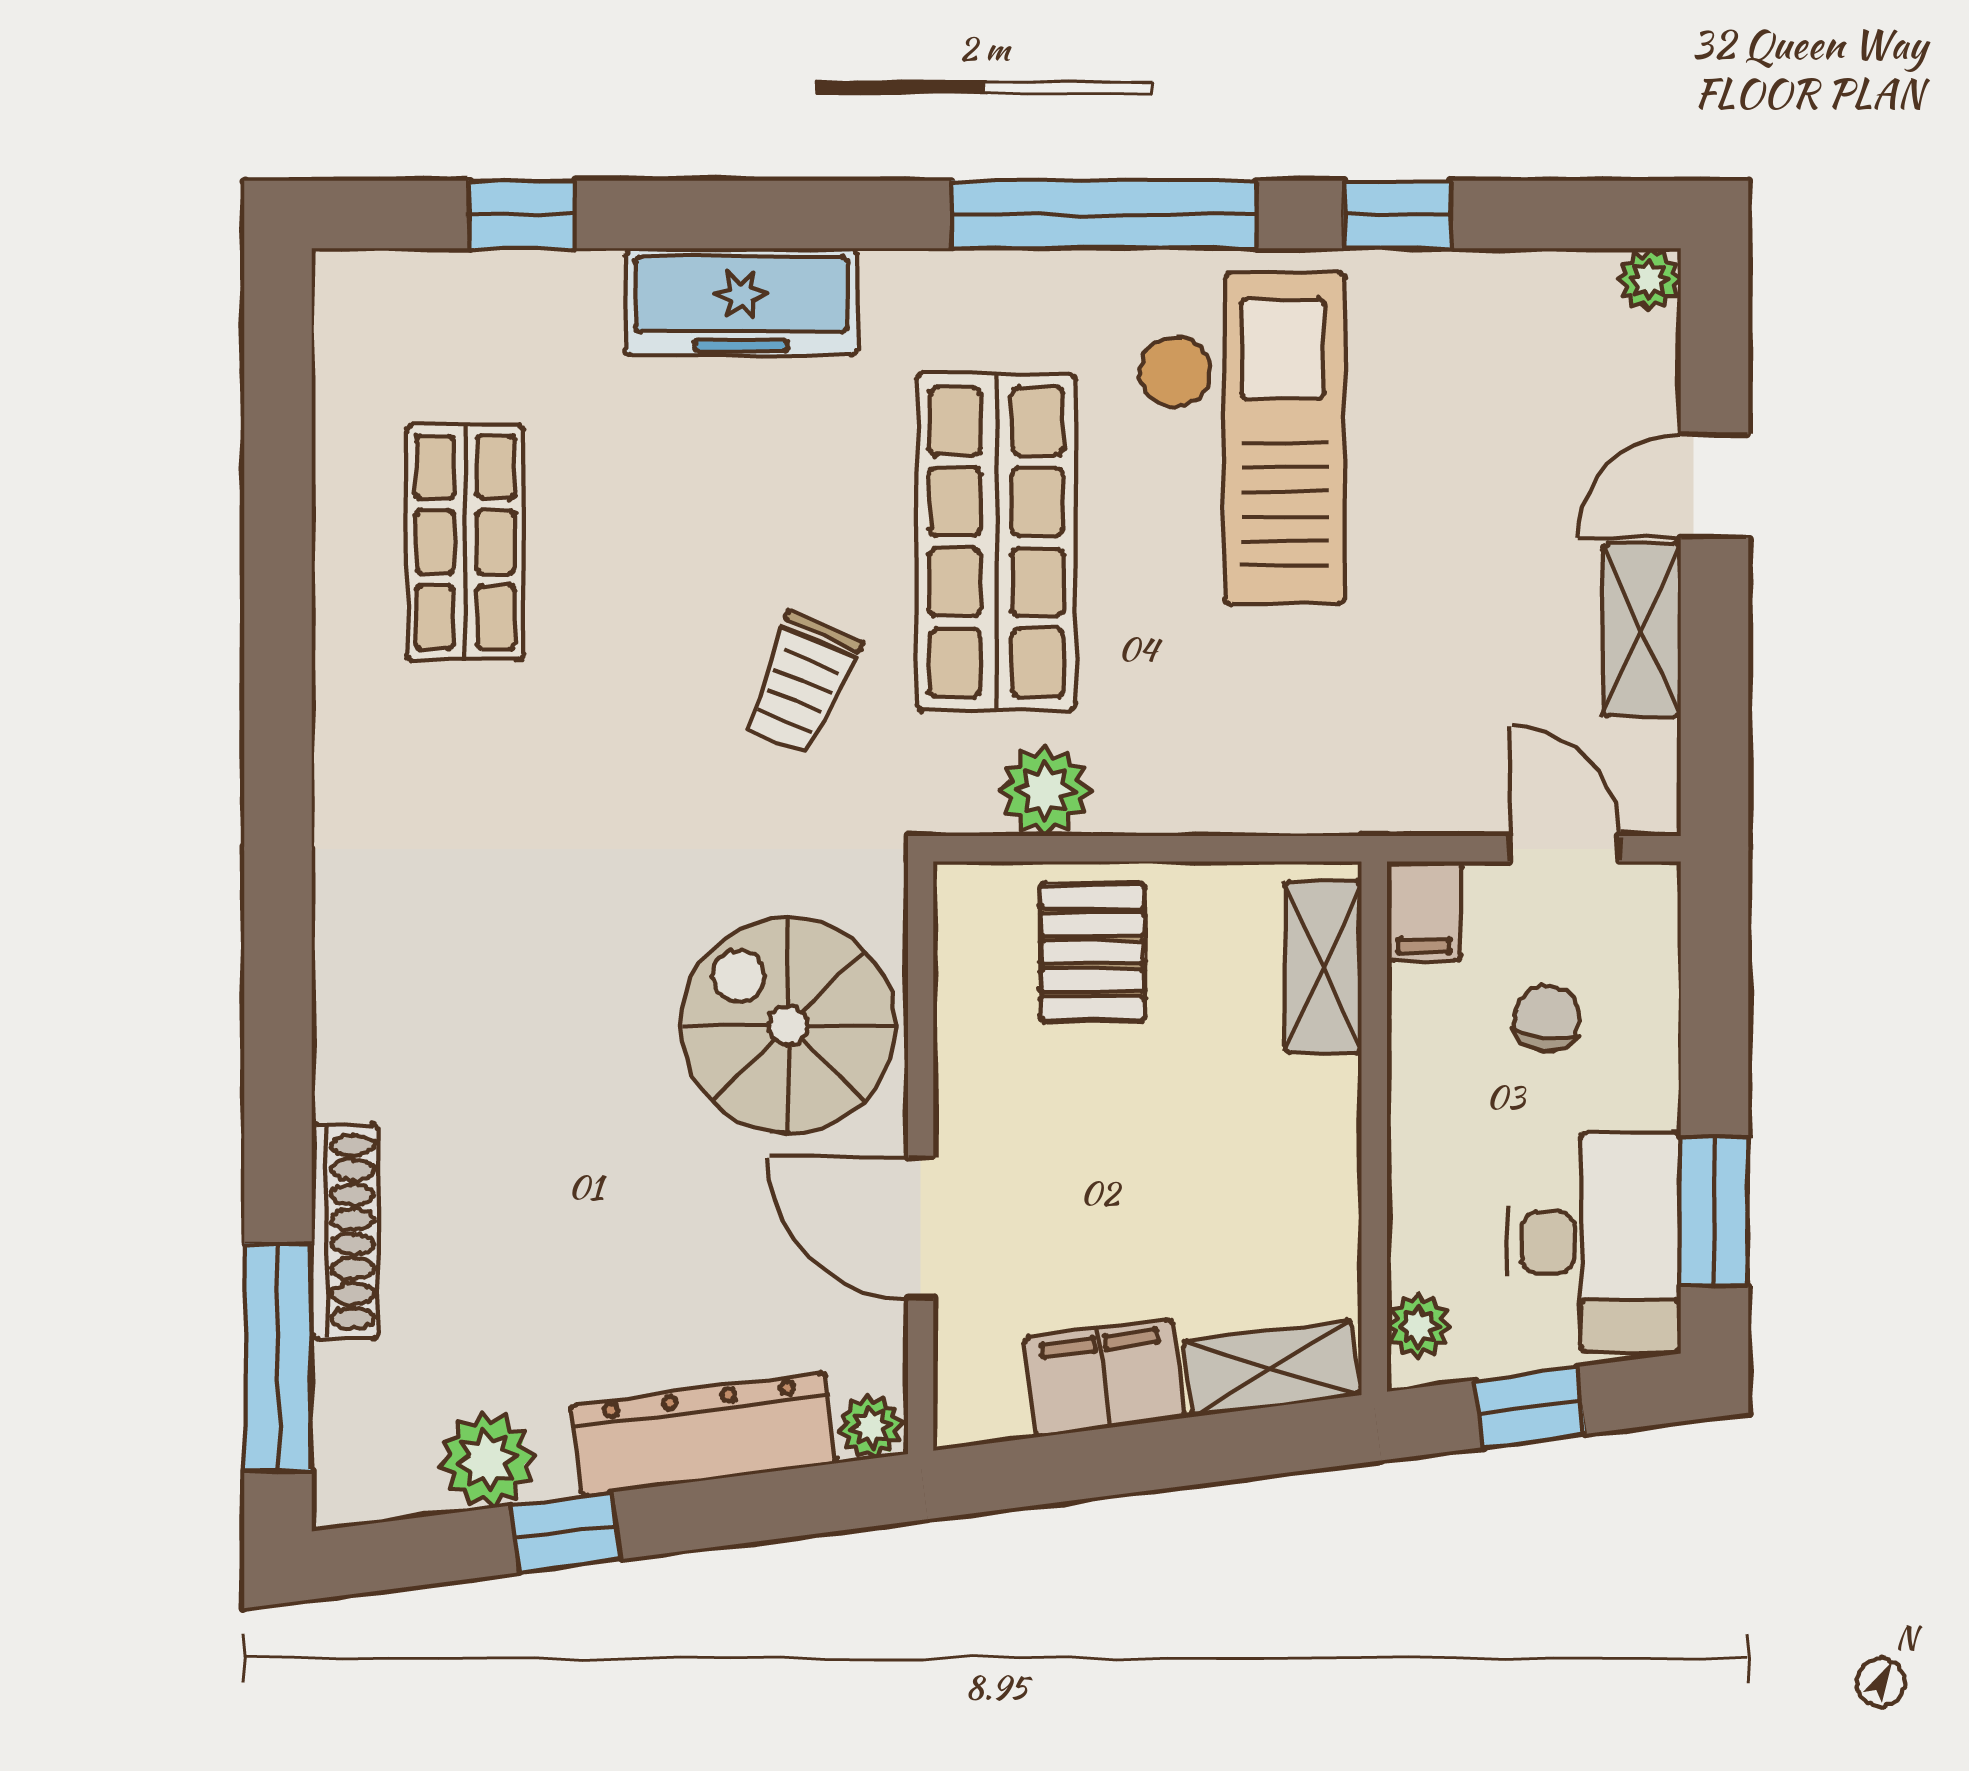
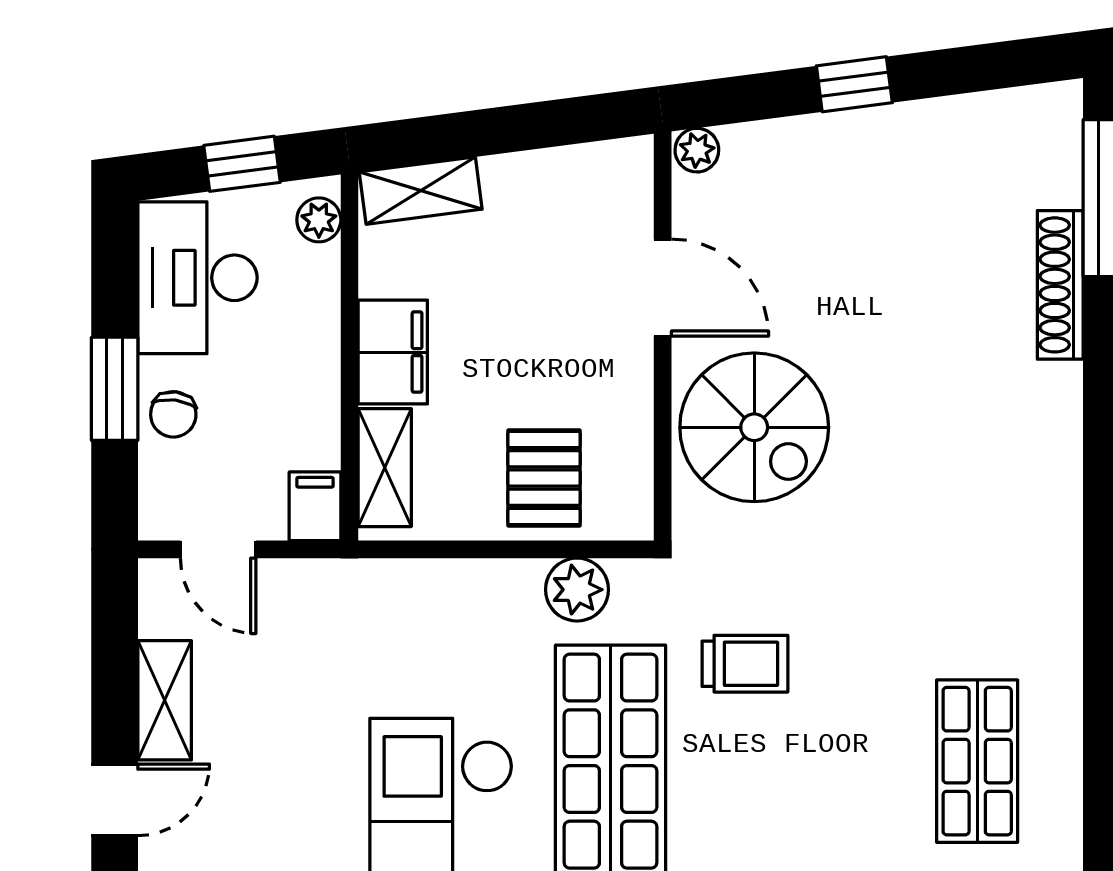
trolley: (801, 683) -> (745, 664), turned 67
chair: (1547, 1019) -> (173, 414), moved
window: (1714, 1211) -> (115, 389), moved
filing cabinet: (1104, 1378) -> (393, 352), moved, turned -83
dresser: (704, 1434) -> (812, 145), removed
plant: (488, 1460) -> (962, 127), removed
window: (566, 1532) -> (854, 84), moved

